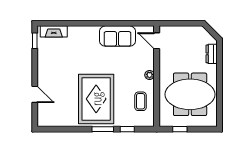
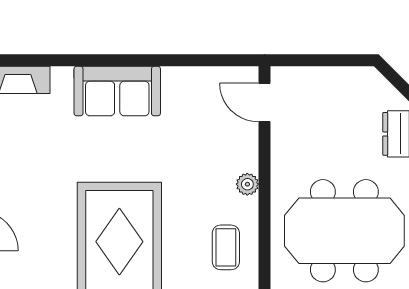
sofa: (118, 36) -> (117, 91), moved

